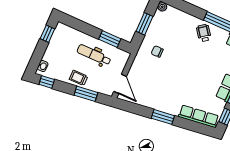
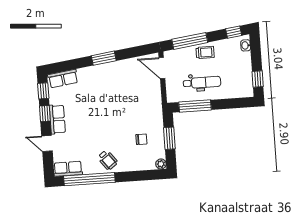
window: (110, 39) -> (195, 106), width x1.44
chair: (157, 51) -> (141, 139), moved
window: (86, 94) -> (190, 41), width x1.44
row of seats: (199, 116) -> (63, 79), width x0.68

